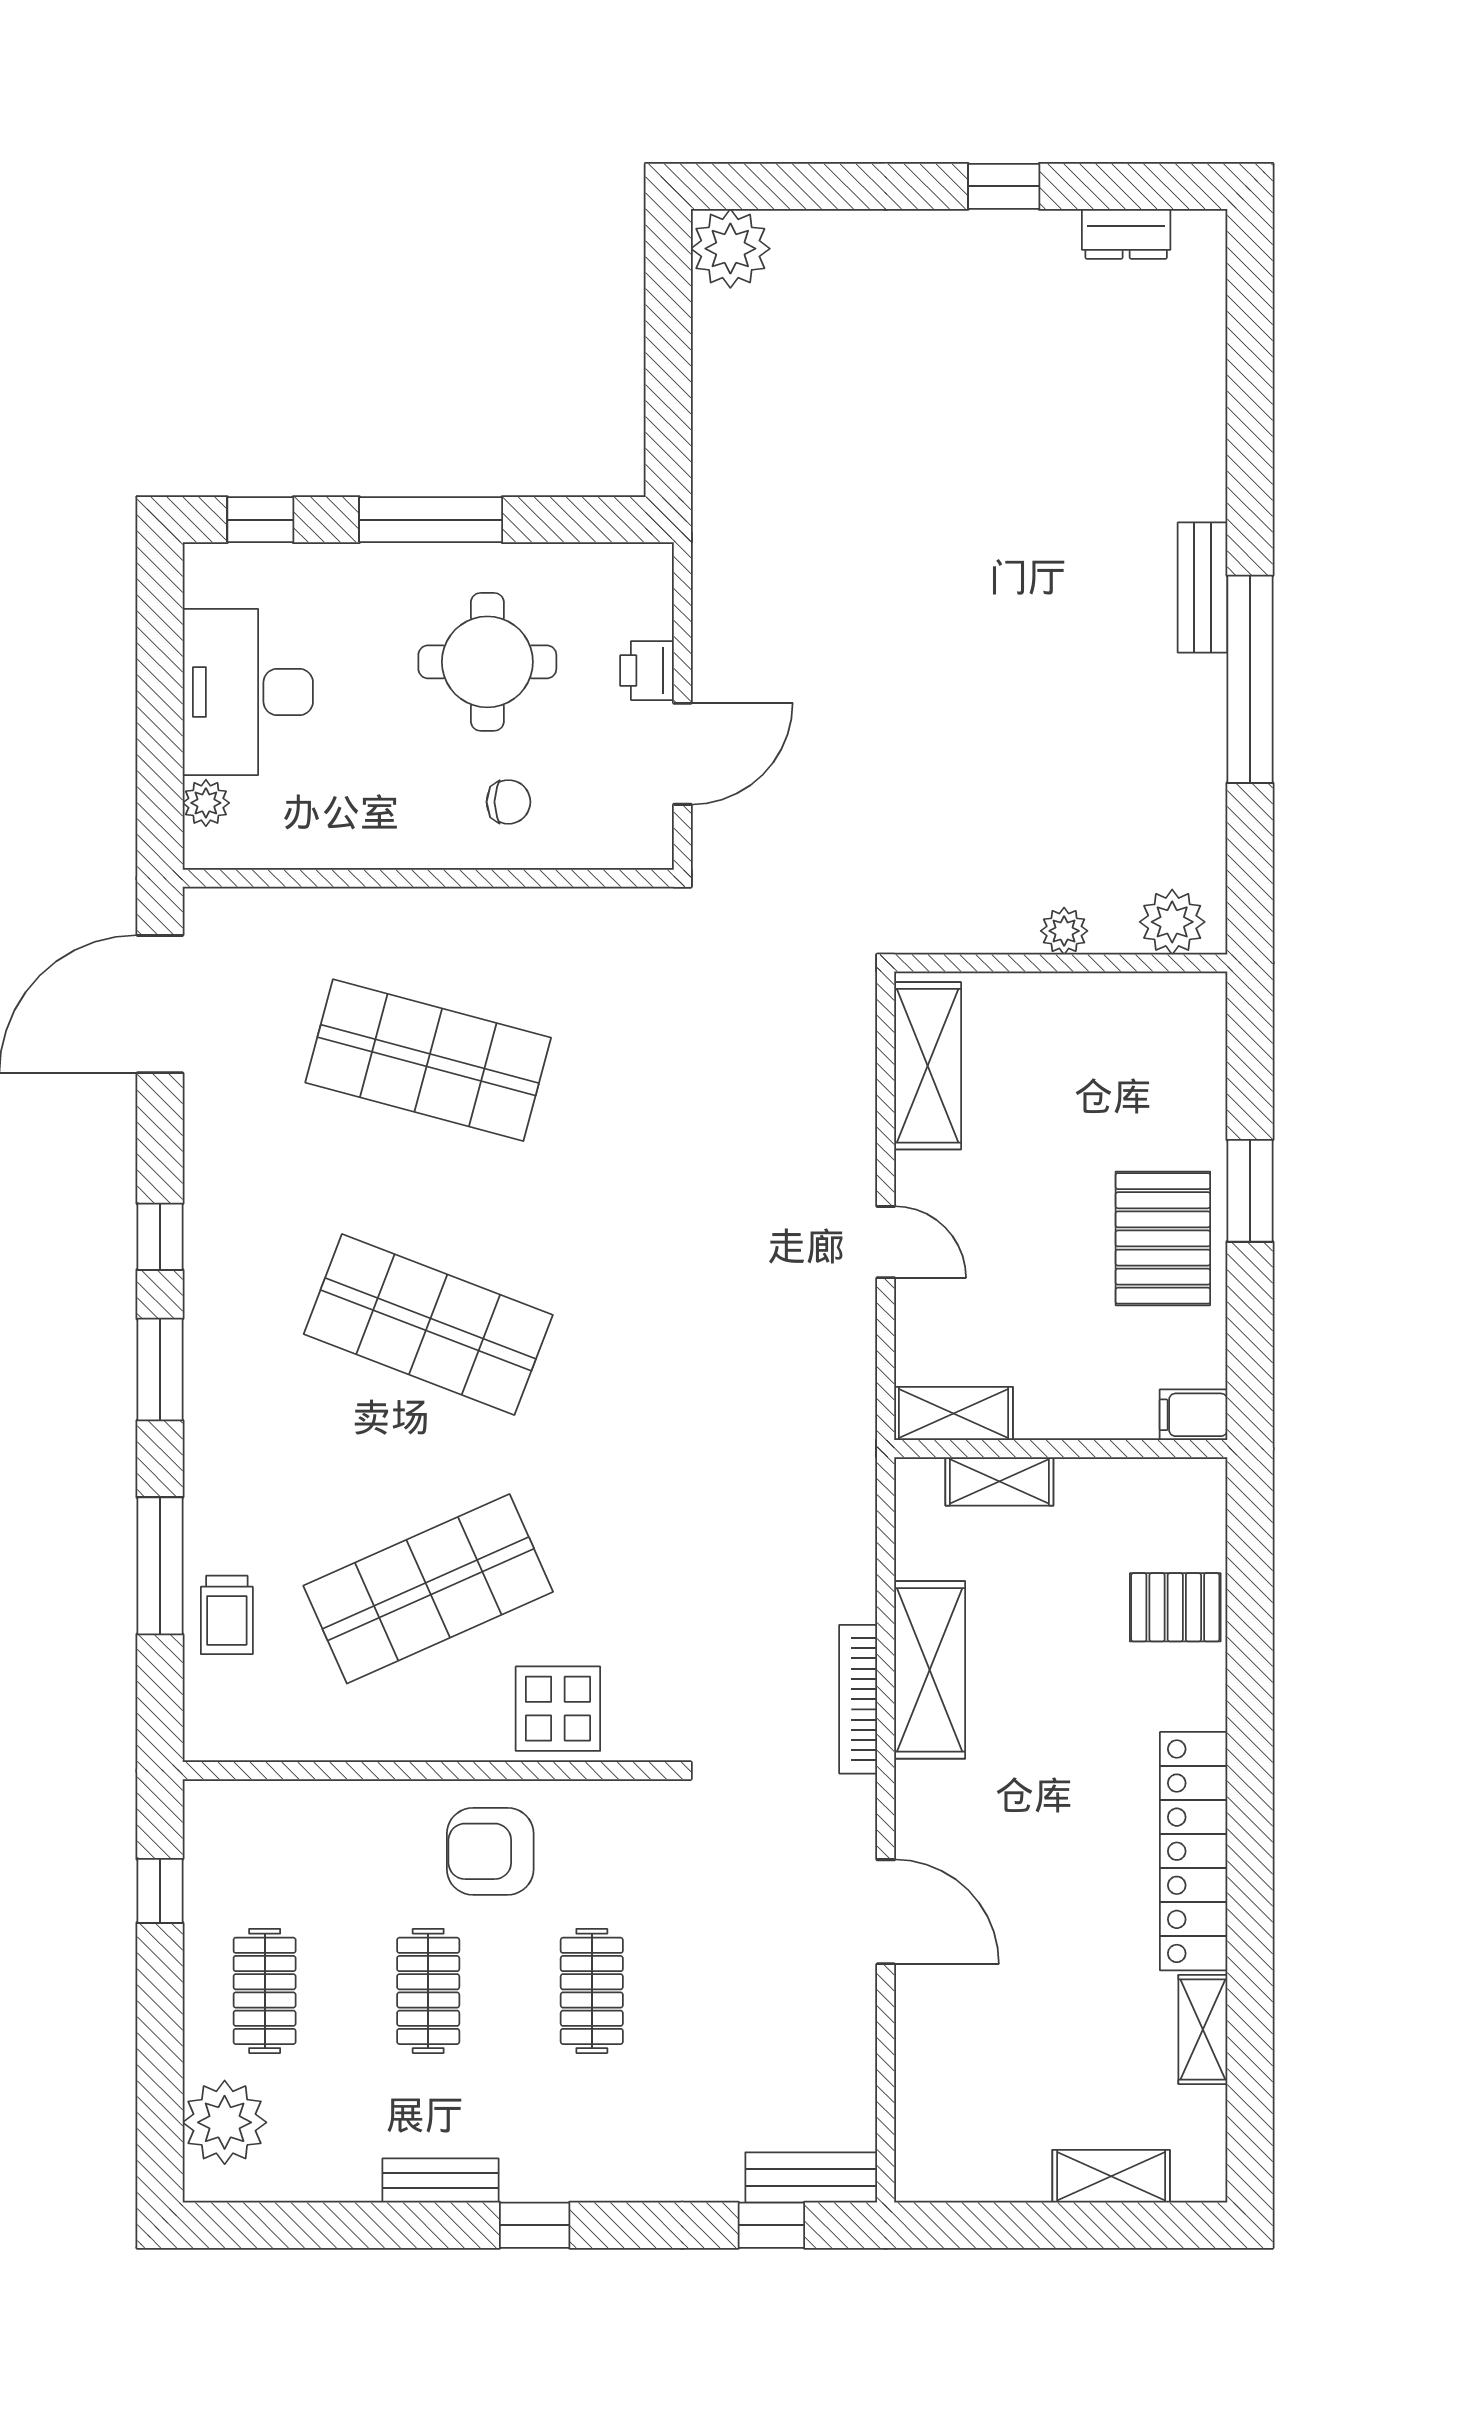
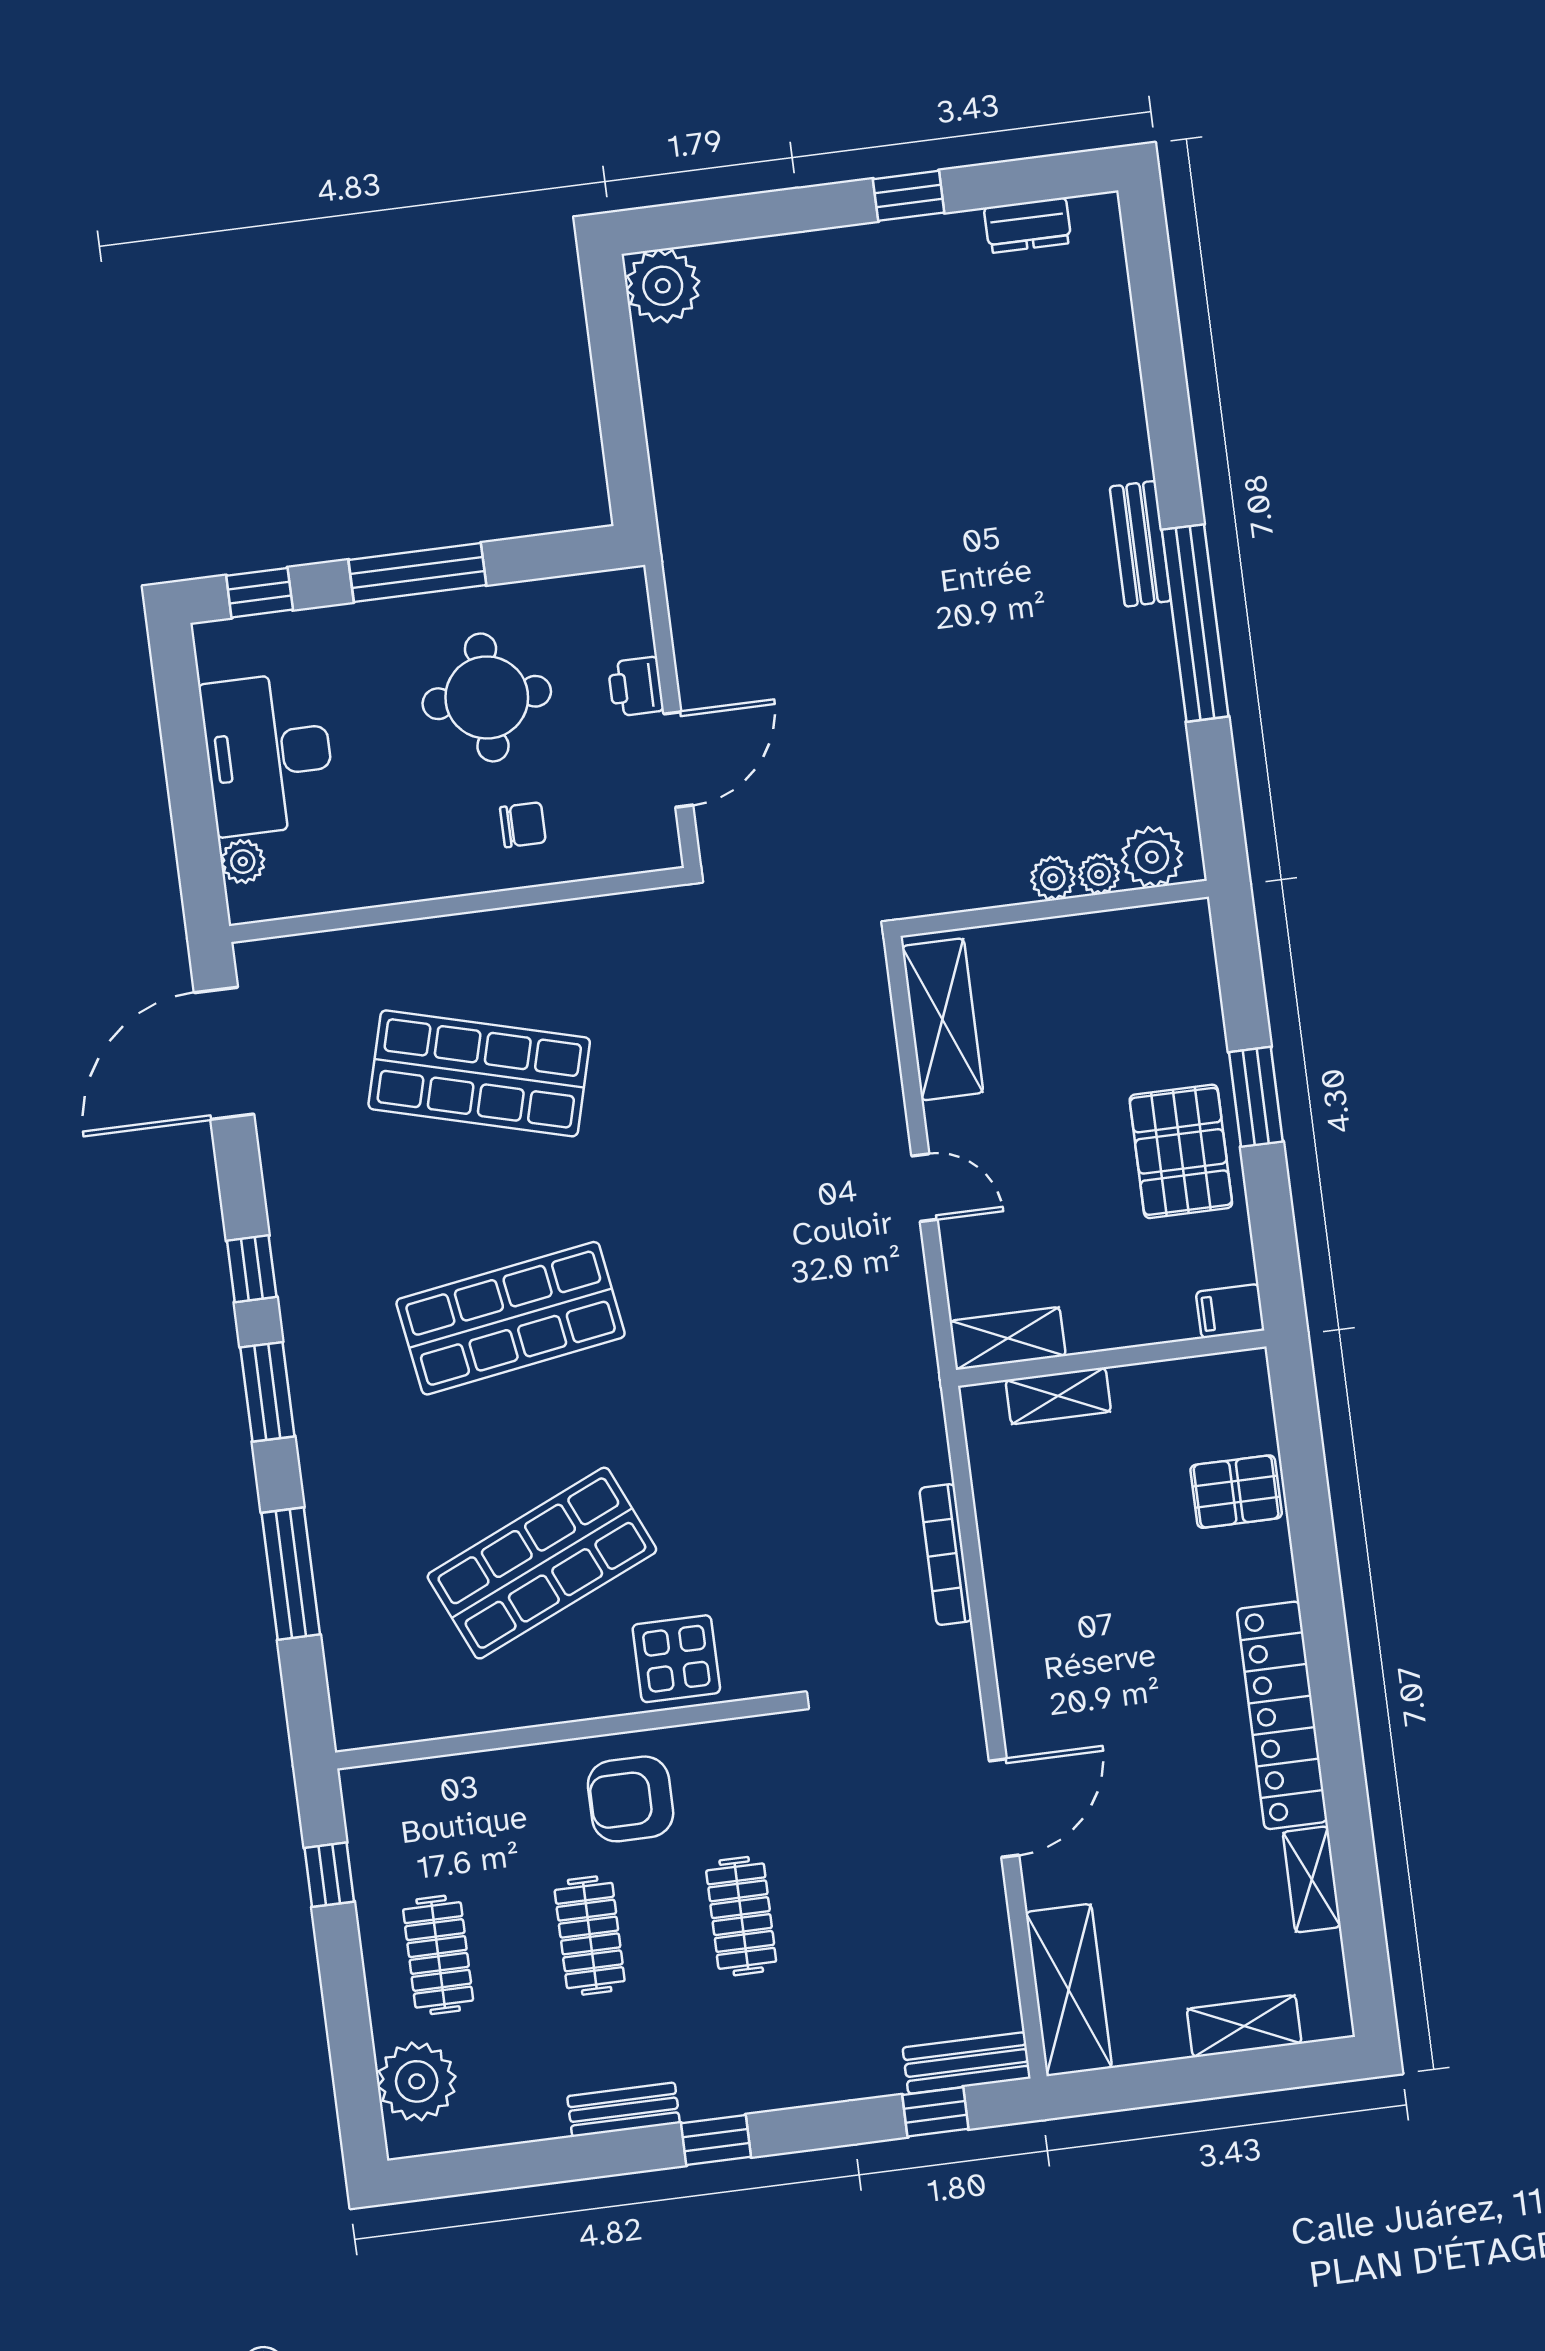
plant: (1114, 933) -> (1099, 874), added
shop shelf: (428, 1324) -> (511, 1318), turned -30
trolley: (227, 1615) -> (359, 1611), removed
shelving: (930, 1670) -> (1069, 1990), moved
bookcase: (858, 1699) -> (946, 1555), moved
door: (886, 1912) -> (1004, 1808), hinge flipped

